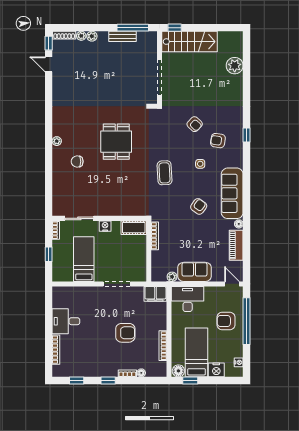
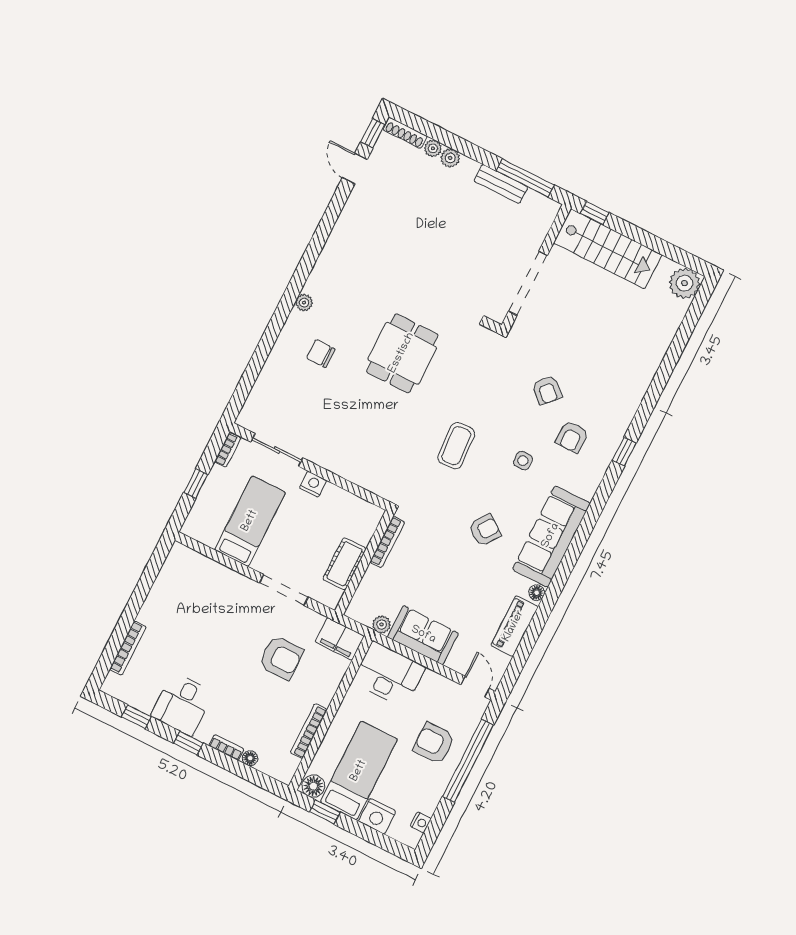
plant: (235, 66) -> (684, 283), moved
armchair: (218, 141) -> (572, 437), turned -99
cot: (134, 228) -> (345, 564), moved, turned 90
desk: (66, 321) -> (182, 704), moved, turned -90
armchair: (125, 333) -> (281, 658), moved

